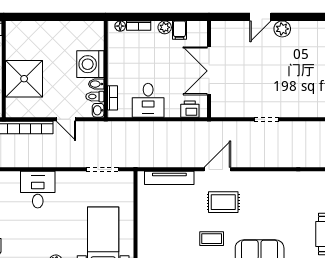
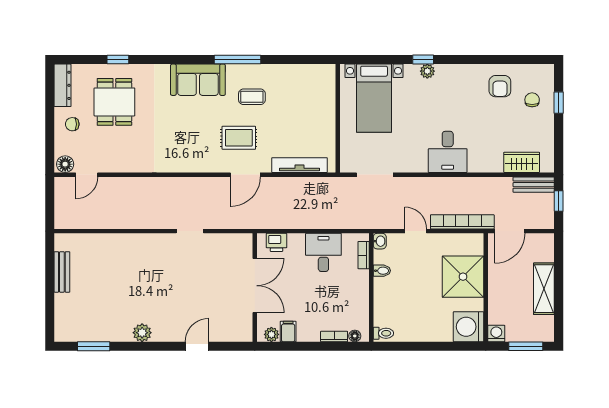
plant: (165, 27) -> (271, 334), moved
plant: (282, 29) -> (142, 333), moved
washing machine: (90, 64) -> (469, 327), moved, turned 180
toilet: (95, 97) -> (383, 333), moved

